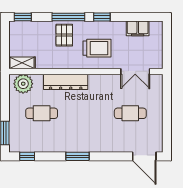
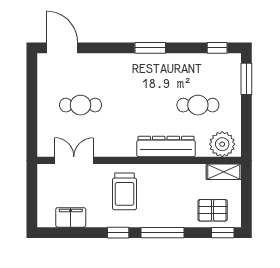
pallet: (64, 35) -> (213, 210), moved, turned 90
trolley: (97, 48) -> (125, 191), turned -90

